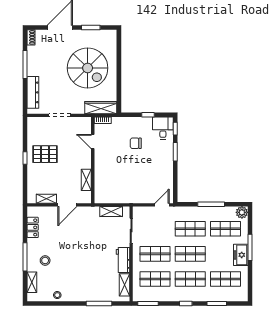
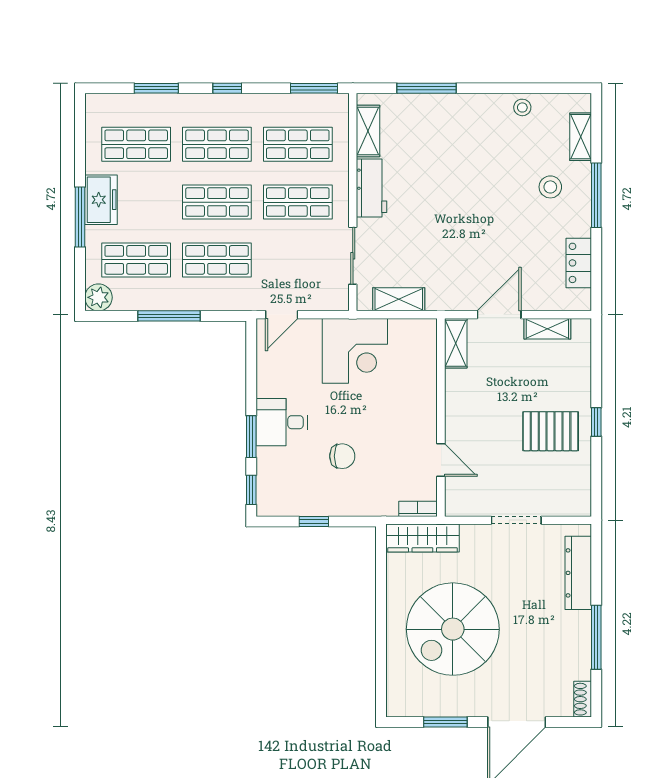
spiral stairs: (88, 68) -> (453, 629), turned -90
desk: (163, 128) -> (282, 422), moved, turned 90
shelving: (86, 180) -> (456, 343), moved
corner desk: (130, 189) -> (355, 351), added

